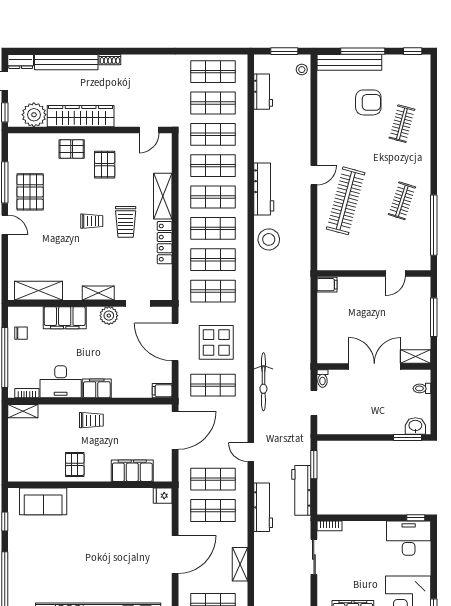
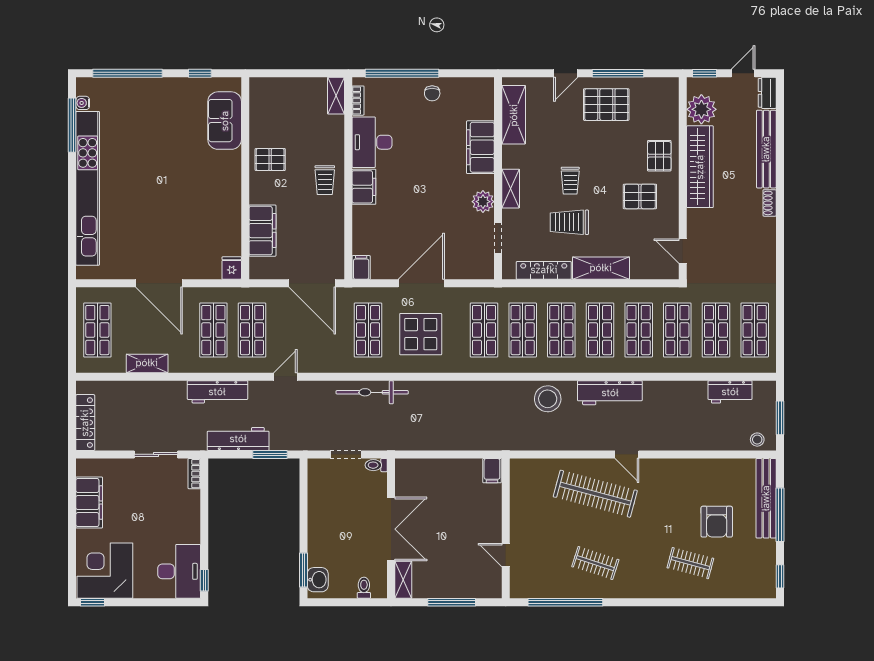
shelving: (38, 291) -> (514, 115), moved
shelving: (98, 293) -> (511, 189), moved
wall: (90, 303) -> (498, 178), moved
doorway: (138, 303) -> (498, 238), moved
plant: (109, 316) -> (483, 202), moved
filing cabinet: (65, 318) -> (480, 147), moved

